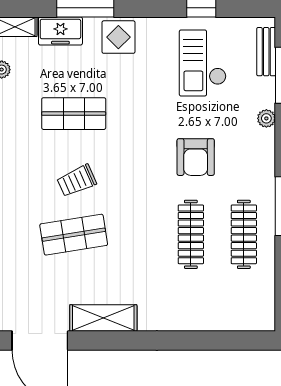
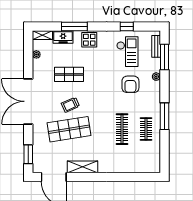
checkout: (203, 63) -> (127, 52), turned 180
armchair: (196, 157) -> (130, 84), moved
clothes rail: (244, 234) -> (146, 129), width x0.73
shop shelf: (74, 235) -> (69, 129), width x1.43, depth x1.36

